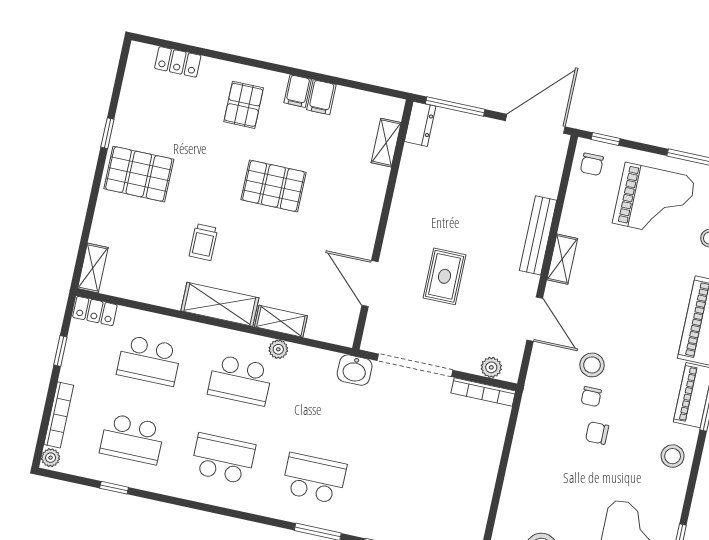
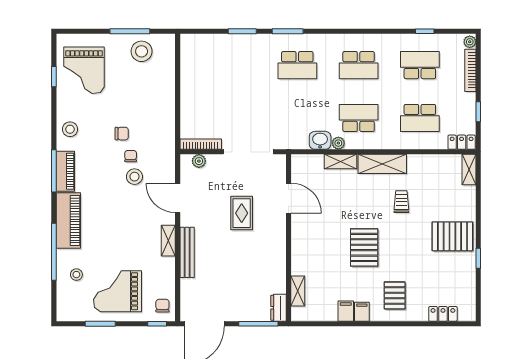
pallet: (273, 186) -> (364, 247), turned 90
school desk: (149, 360) -> (420, 118), turned 180
washbasin: (355, 370) -> (320, 140), moved

